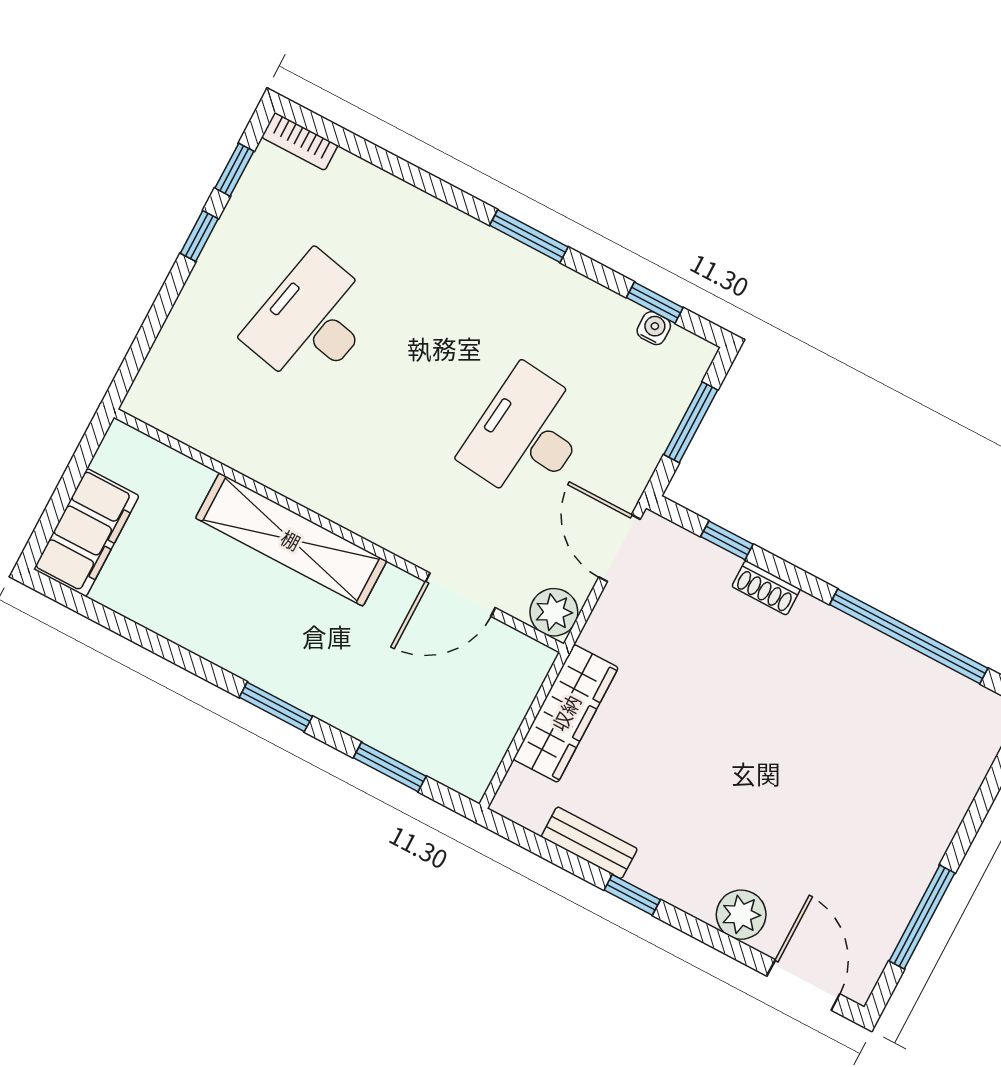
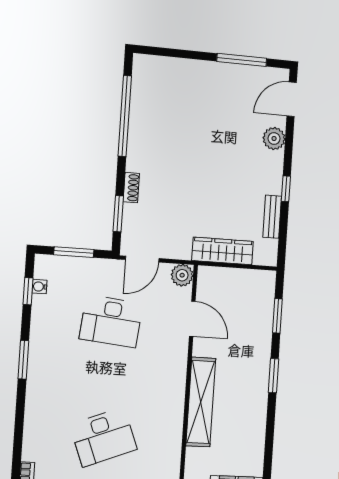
desk: (312, 321) -> (103, 437), turned -33
window: (727, 540) -> (118, 214), width x1.50

